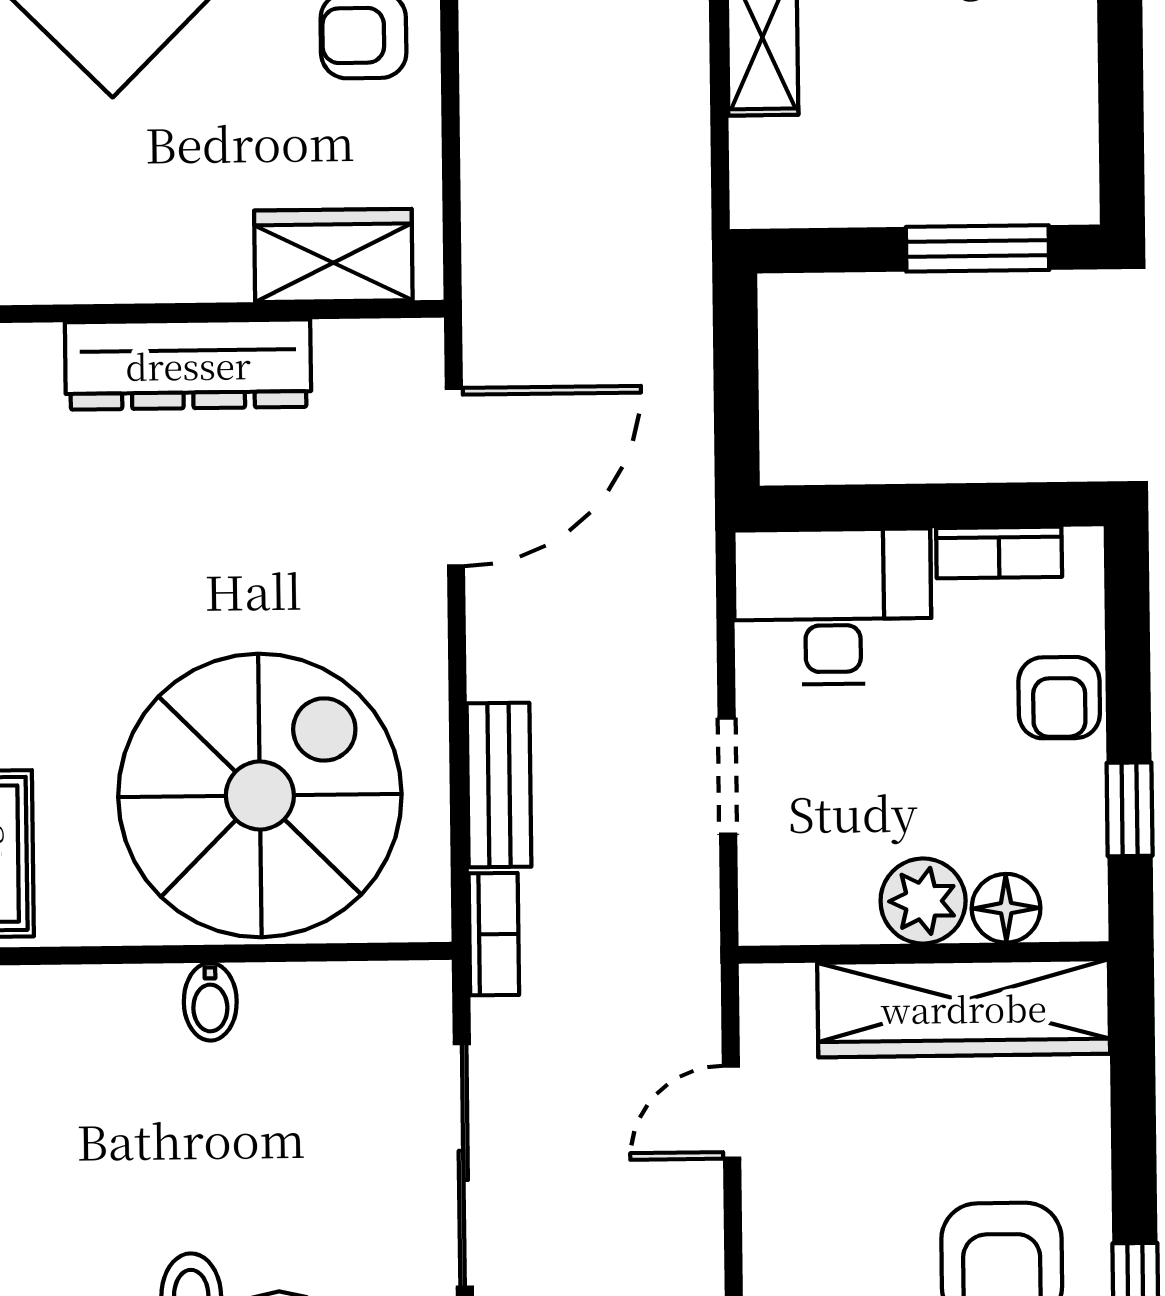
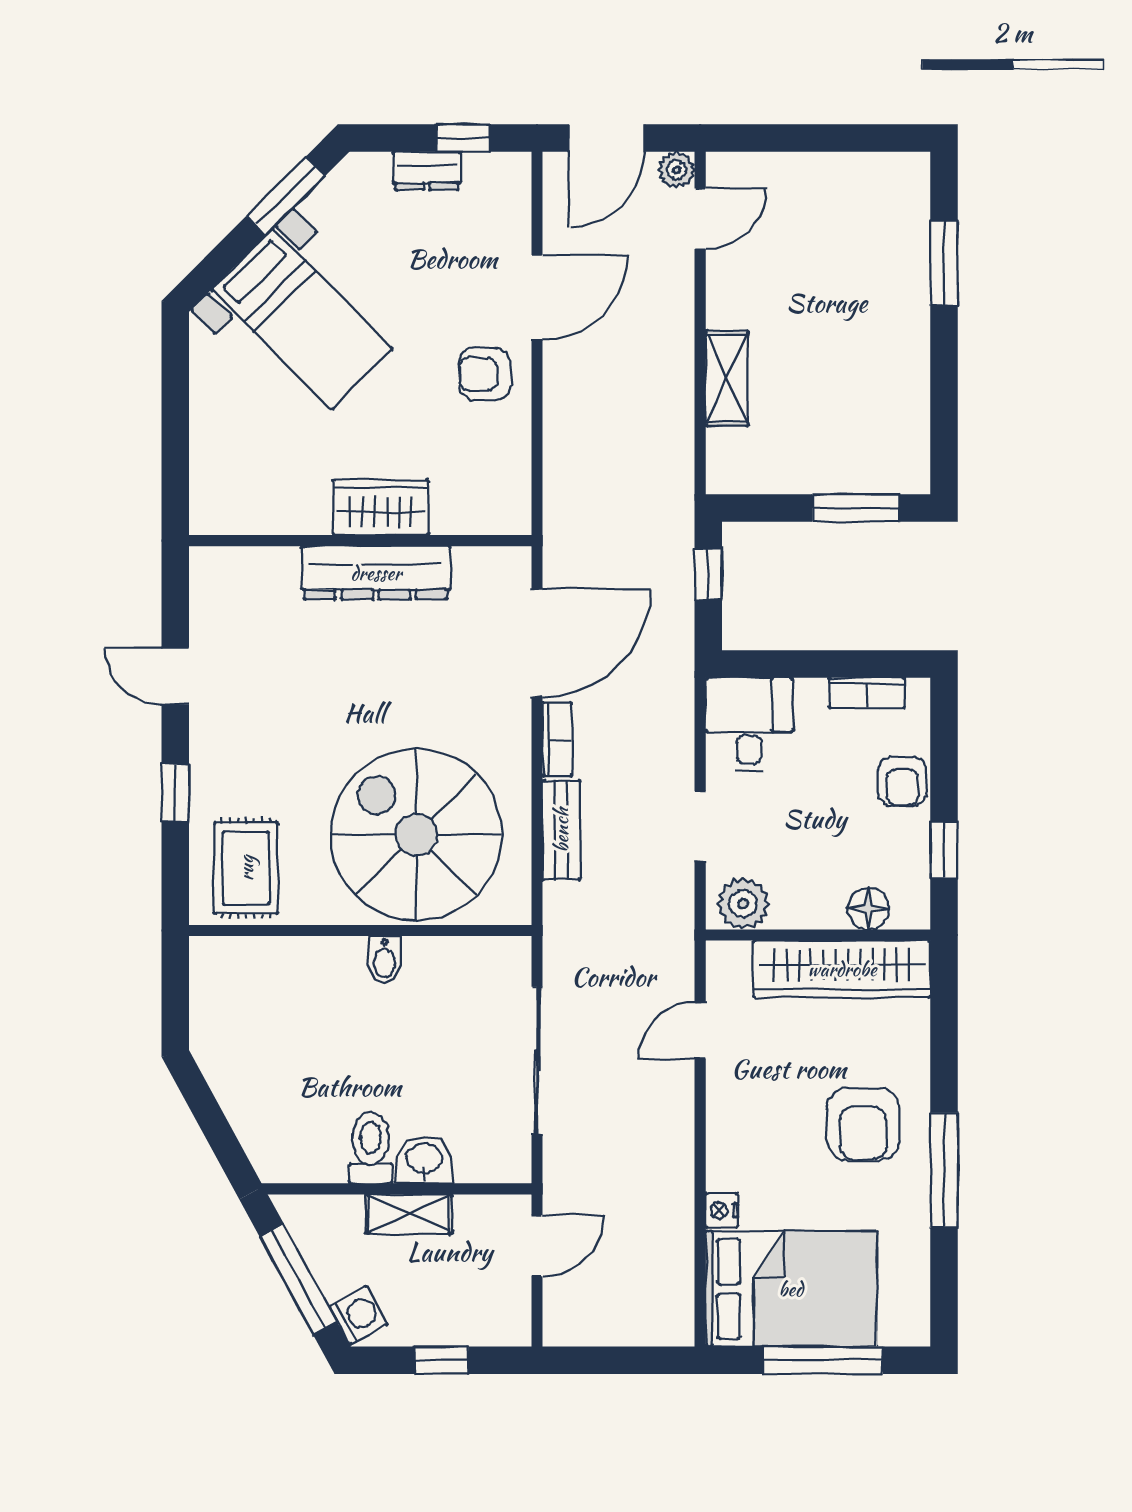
wardrobe: (333, 255) -> (381, 507), moved
window: (736, 360) -> (708, 574), added
desk: (833, 607) -> (749, 724), width x0.73
spiral stairs: (260, 795) -> (416, 835), turned -90
plant: (923, 901) -> (743, 904), moved
bookcase: (494, 934) -> (557, 740), moved

